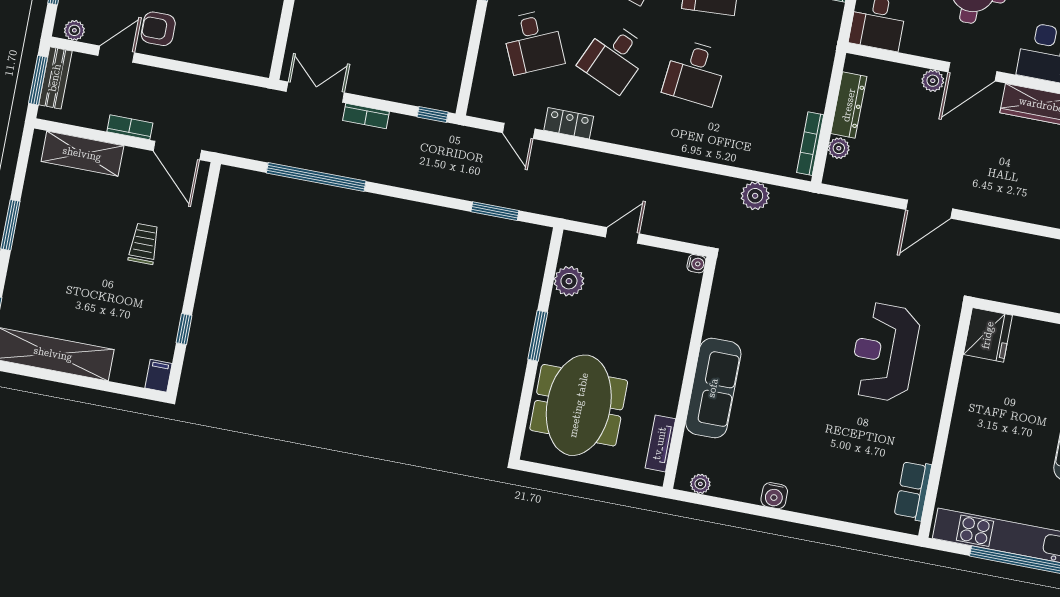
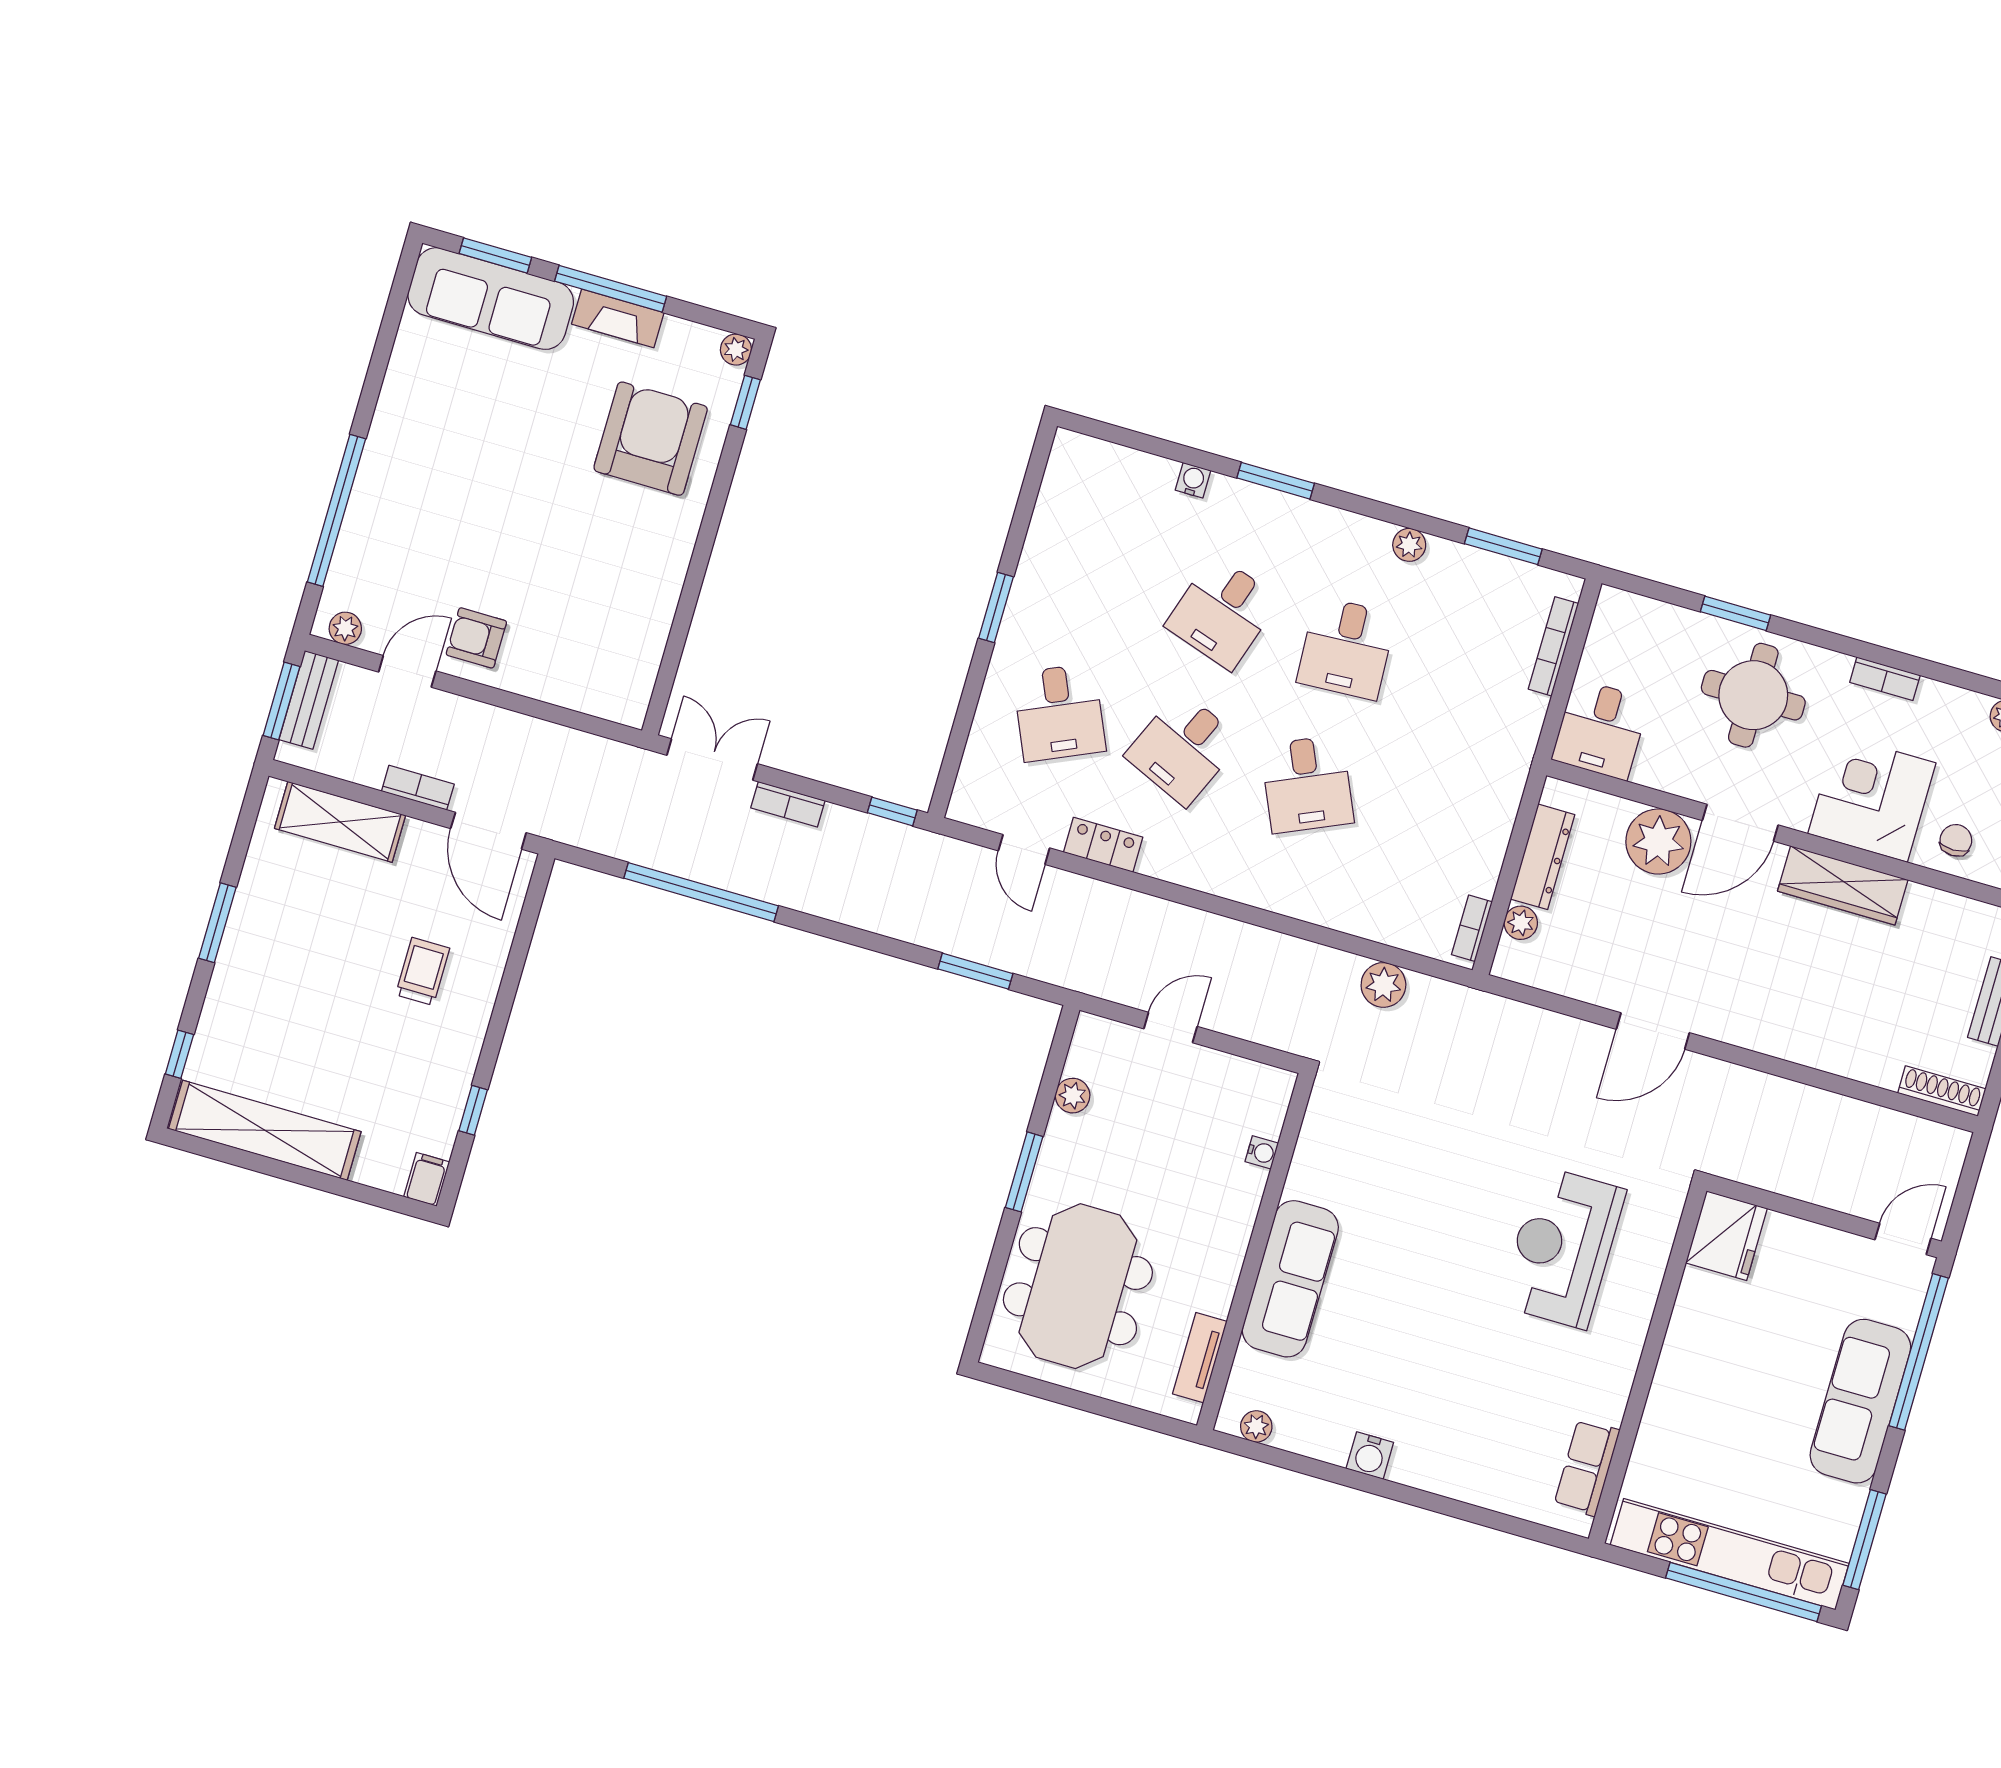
desk: (695, 73) -> (1307, 784), turned -30
plant: (933, 81) -> (1658, 841), width x1.88, depth x1.88
bookcase: (810, 144) -> (1472, 928), width x0.64
water cooler: (696, 264) -> (1262, 1152), moved
plant: (569, 281) -> (1073, 1096), width x0.73, depth x0.73

